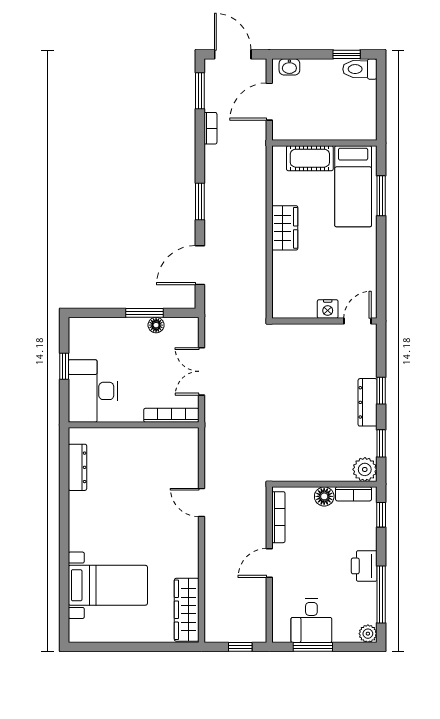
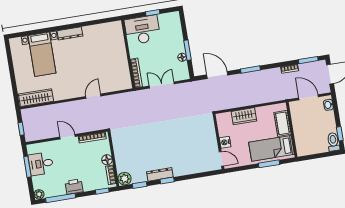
nightstand: (328, 309) -> (225, 142), moved
wall: (324, 321) -> (219, 142), moved
door: (357, 321) -> (221, 159), moved
dresser: (77, 467) -> (70, 33), moved

